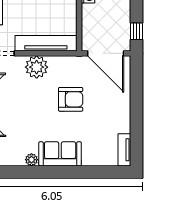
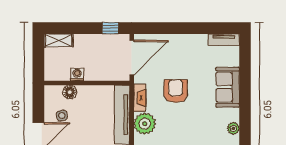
fireplace: (63, 62) -> (140, 98), added
sofa: (60, 154) -> (228, 87), moved

